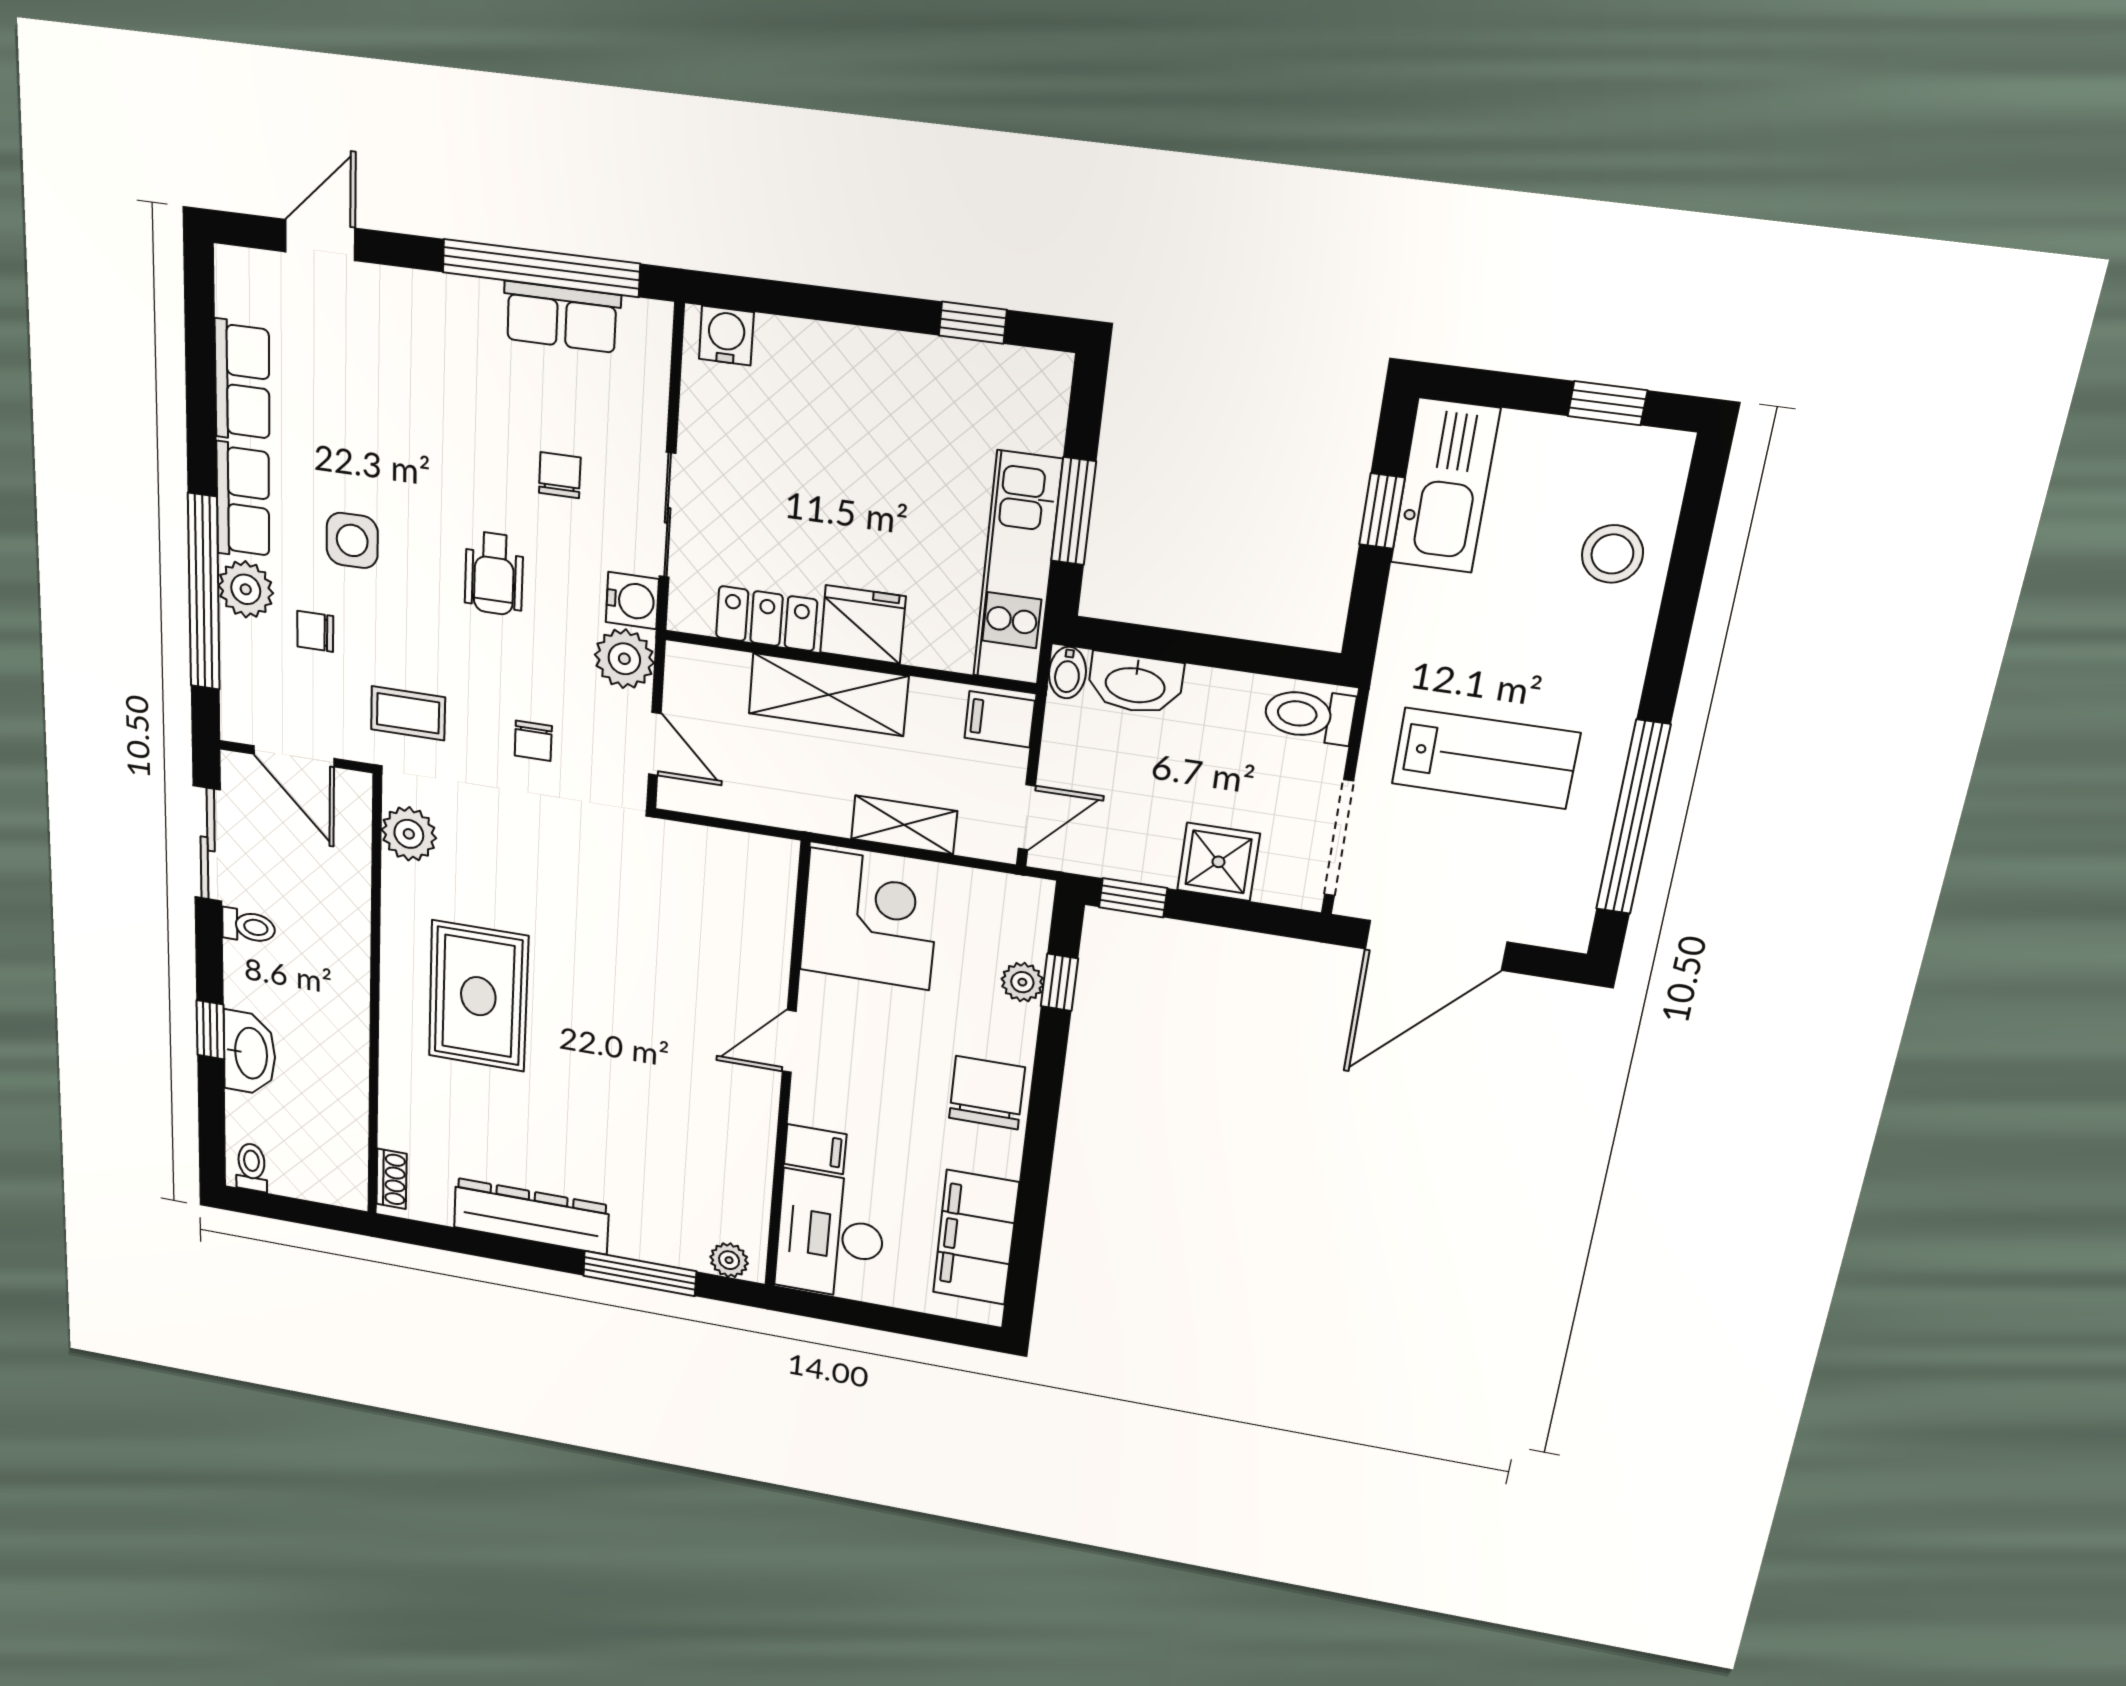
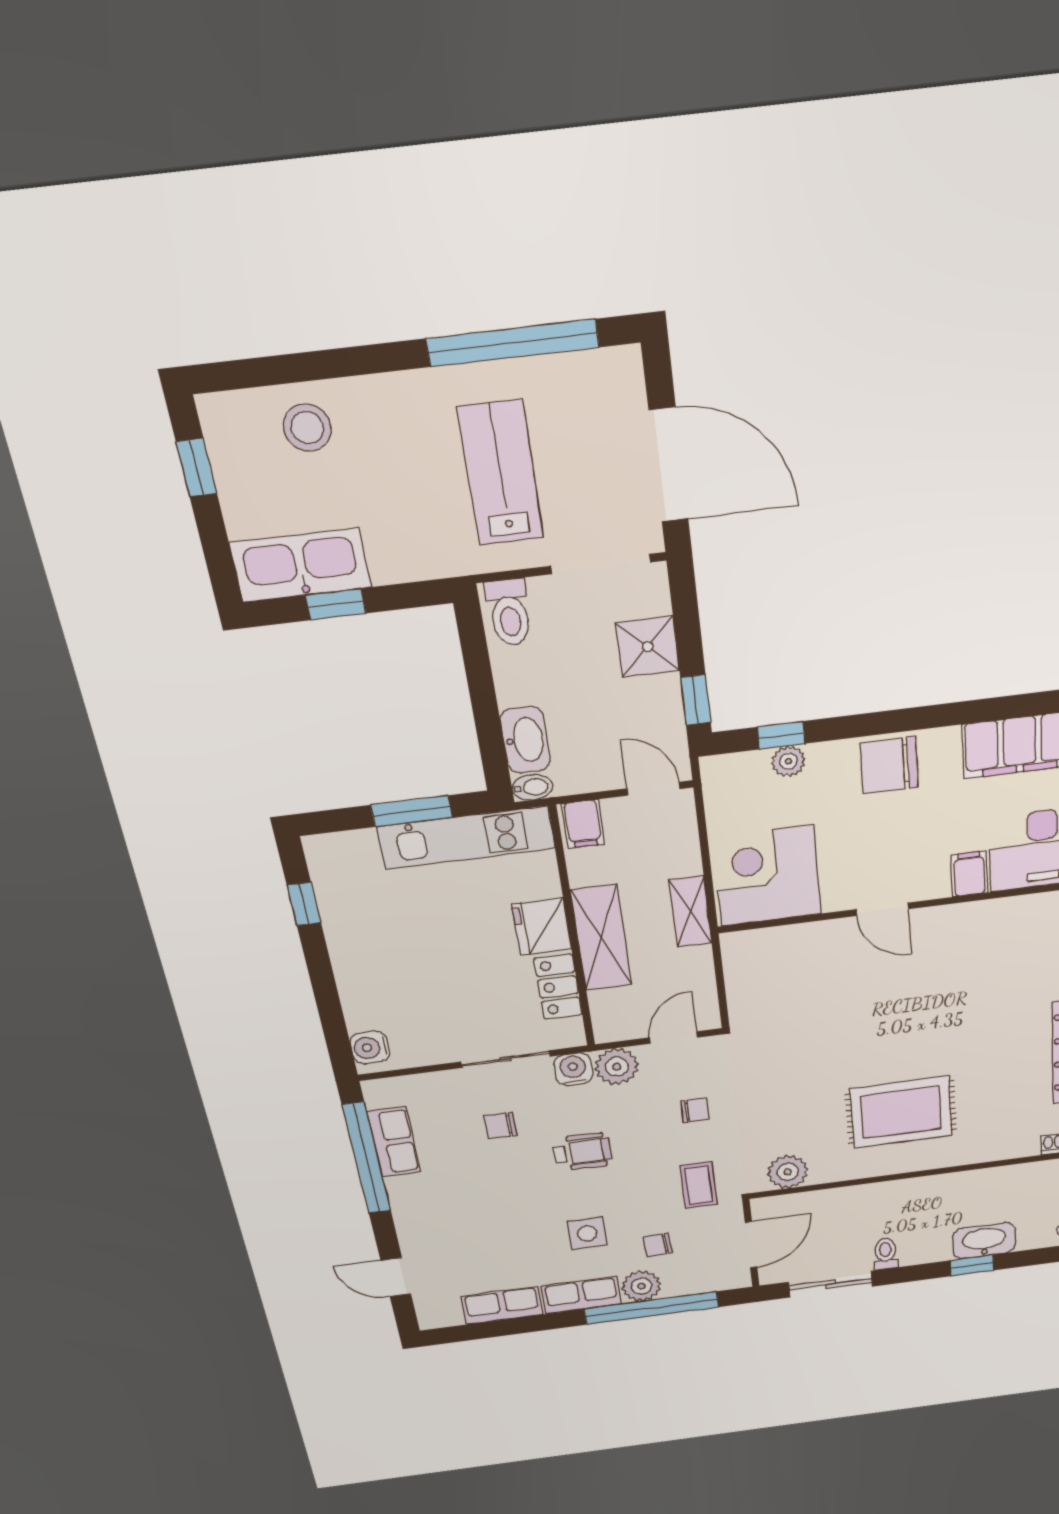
chair: (315, 631) -> (658, 1245), turned 87
shelving: (904, 825) -> (690, 912), moved

